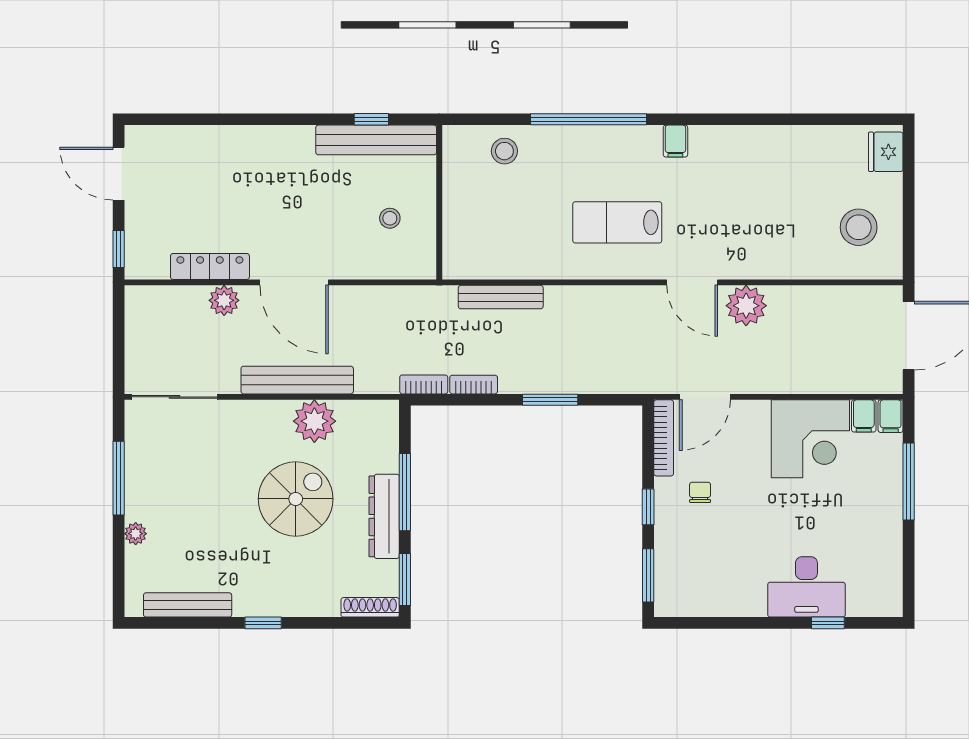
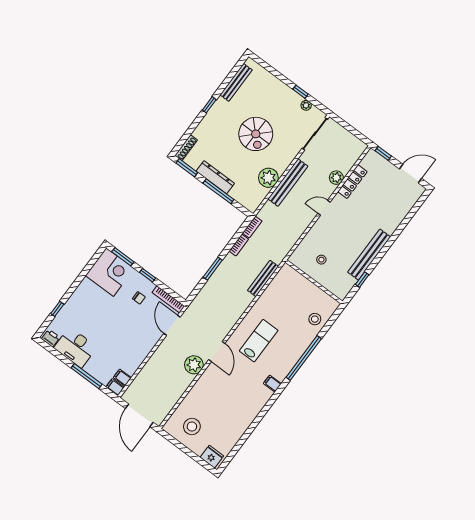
bench: (376, 140) -> (369, 255), moved
door: (294, 282) -> (324, 208), width x0.53
door: (692, 282) -> (217, 352), swing flipped
corner desk: (810, 439) -> (110, 272), moved, turned 180
window: (119, 478) -> (301, 92), width x0.46
spiral stairs: (296, 499) -> (256, 134), moved
plant: (136, 534) -> (306, 105), moved
desk: (806, 587) -> (75, 348), moved, turned -90
printer: (889, 596) -> (51, 338), added

